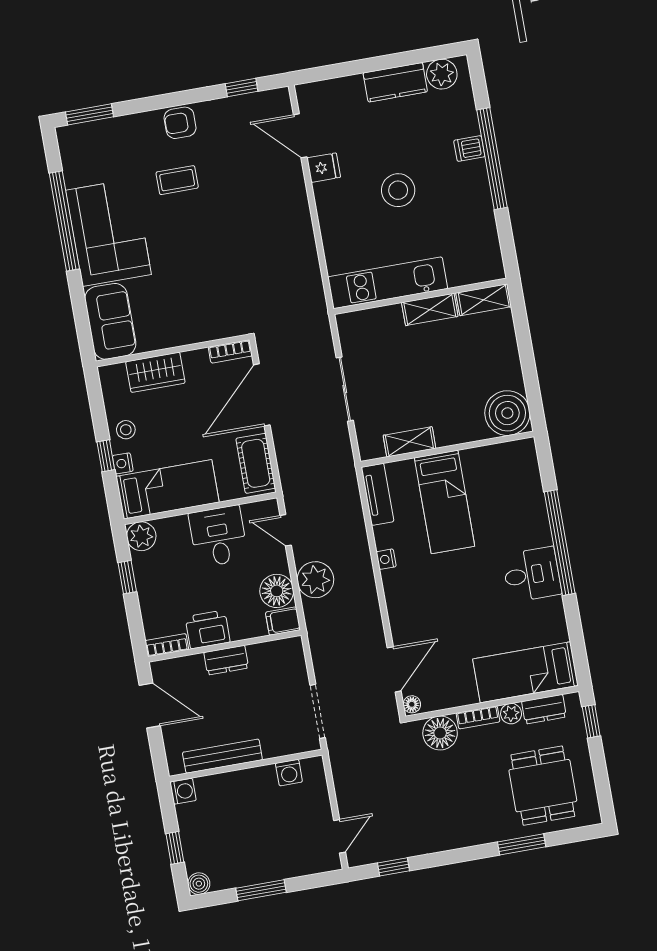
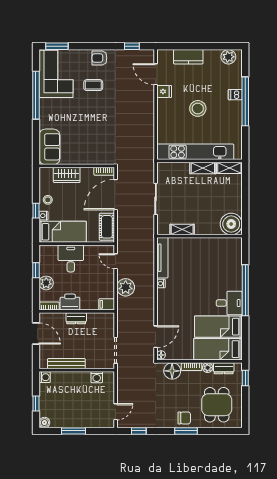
kitchen counter: (395, 82) -> (188, 57), moved
corner sofa: (108, 232) -> (56, 74), moved
kitchen unit: (388, 283) -> (195, 152), width x1.36
tv unit: (378, 494) -> (162, 258), width x1.41
bed: (445, 502) -> (218, 327), moved, turned 90
plant: (141, 536) -> (46, 283), moved
desk: (218, 536) -> (71, 258), moved
floor lamp: (277, 591) -> (106, 289), removed
chair: (482, 824) -> (184, 418), added
window: (522, 844) -> (186, 431), moved

